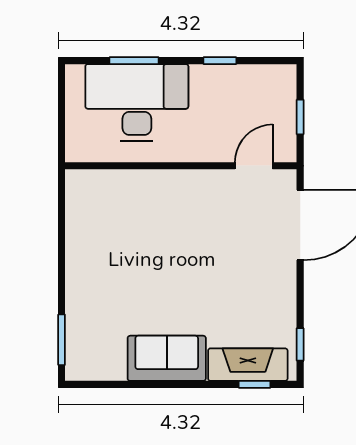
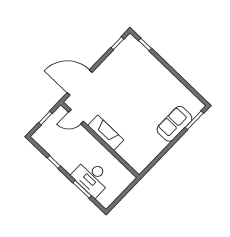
desk: (137, 103) -> (92, 177), width x0.73, depth x0.77
sofa: (167, 358) -> (174, 124), moved, turned 90
fireplace: (248, 365) -> (106, 133), moved, turned 180

